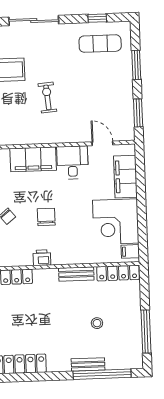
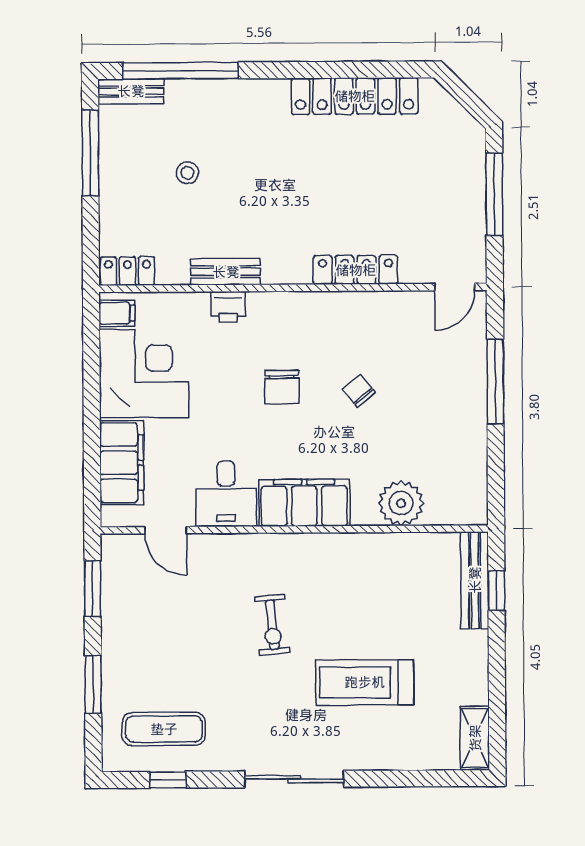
printer: (42, 258) -> (228, 307), moved
locker: (118, 273) -> (127, 271), width x0.66
bench: (88, 364) -> (131, 91), moved

